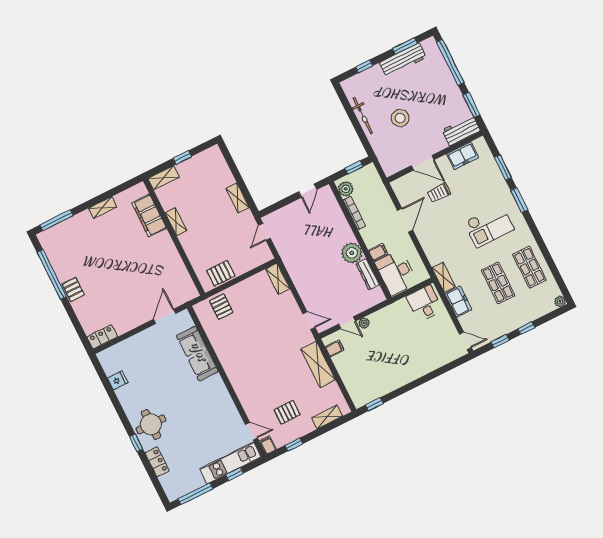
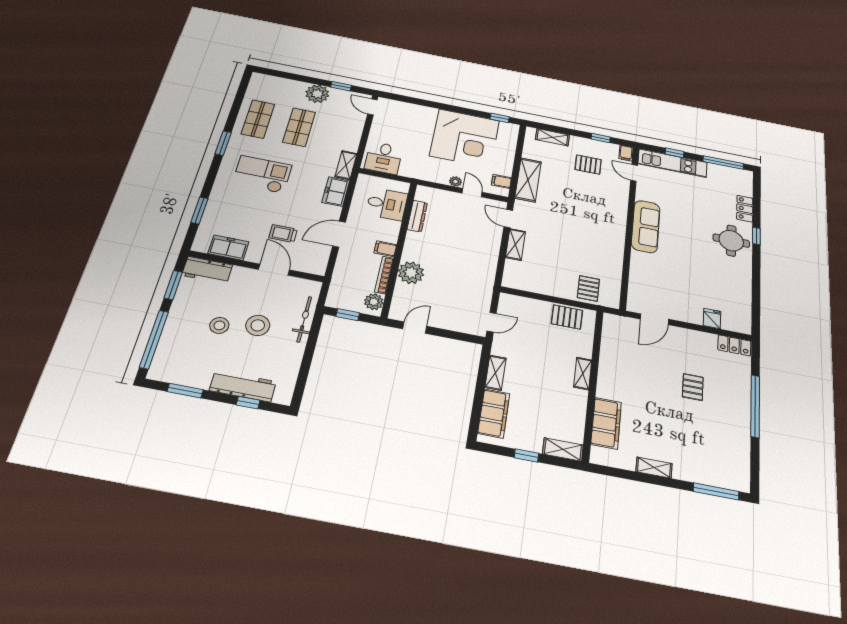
workbench: (403, 60) -> (243, 386), moved
stool: (422, 100) -> (219, 325), added
bicycle: (363, 116) -> (304, 319), moved
filing cabinet: (220, 170) -> (494, 413), added
trolley: (439, 193) -> (283, 233), turned 180
window: (519, 200) -> (223, 143), moved
shelving: (176, 222) -> (583, 374), moved
filing cabinet: (378, 252) -> (385, 249), moved
plant: (352, 253) -> (411, 273), moved
desk: (396, 273) -> (387, 204), width x0.73
window: (52, 274) -> (755, 406), moved
shelving: (278, 279) -> (515, 244), moved
pallet: (73, 289) -> (693, 387), moved
freezer: (458, 301) -> (336, 192), moved
plant: (560, 301) -> (317, 94), moved, width x1.87, depth x1.87
window: (526, 328) -> (308, 80), removed
sofa: (197, 354) -> (646, 226), moved
corner desk: (385, 366) -> (465, 138), added
fridge: (118, 380) -> (712, 319), moved, turned 90

